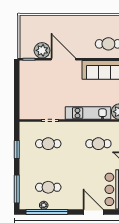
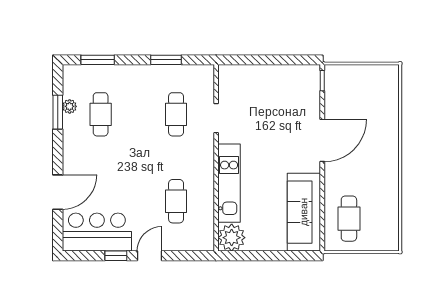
plant: (42, 50) -> (338, 104), removed
window: (17, 189) -> (98, 60), width x0.69
window: (47, 212) -> (58, 112), width x0.47

